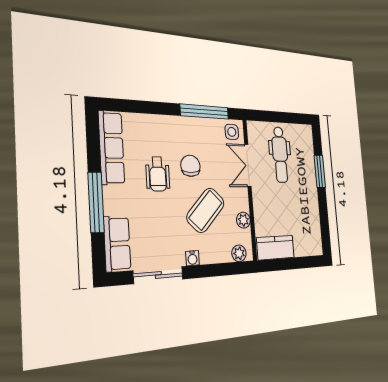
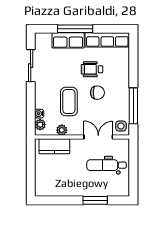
coffee table: (206, 210) -> (69, 102), turned 46
row of seats: (117, 244) -> (68, 40), moved
kitchen counter: (275, 248) -> (54, 146), moved, turned 90
water cooler: (192, 258) -> (39, 114), moved

